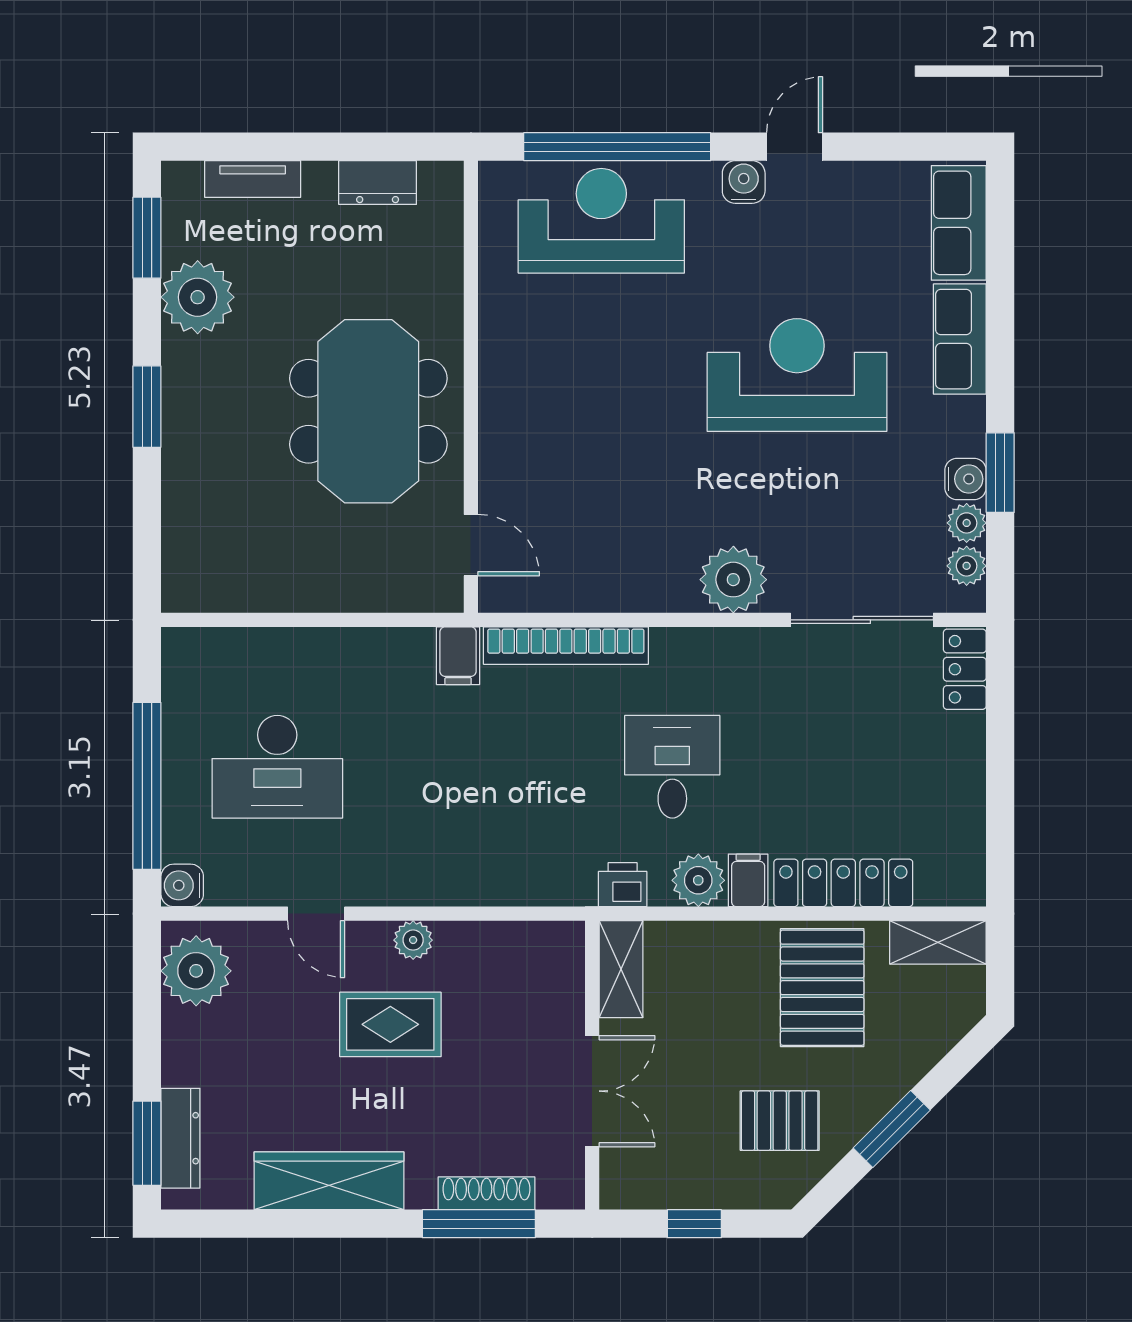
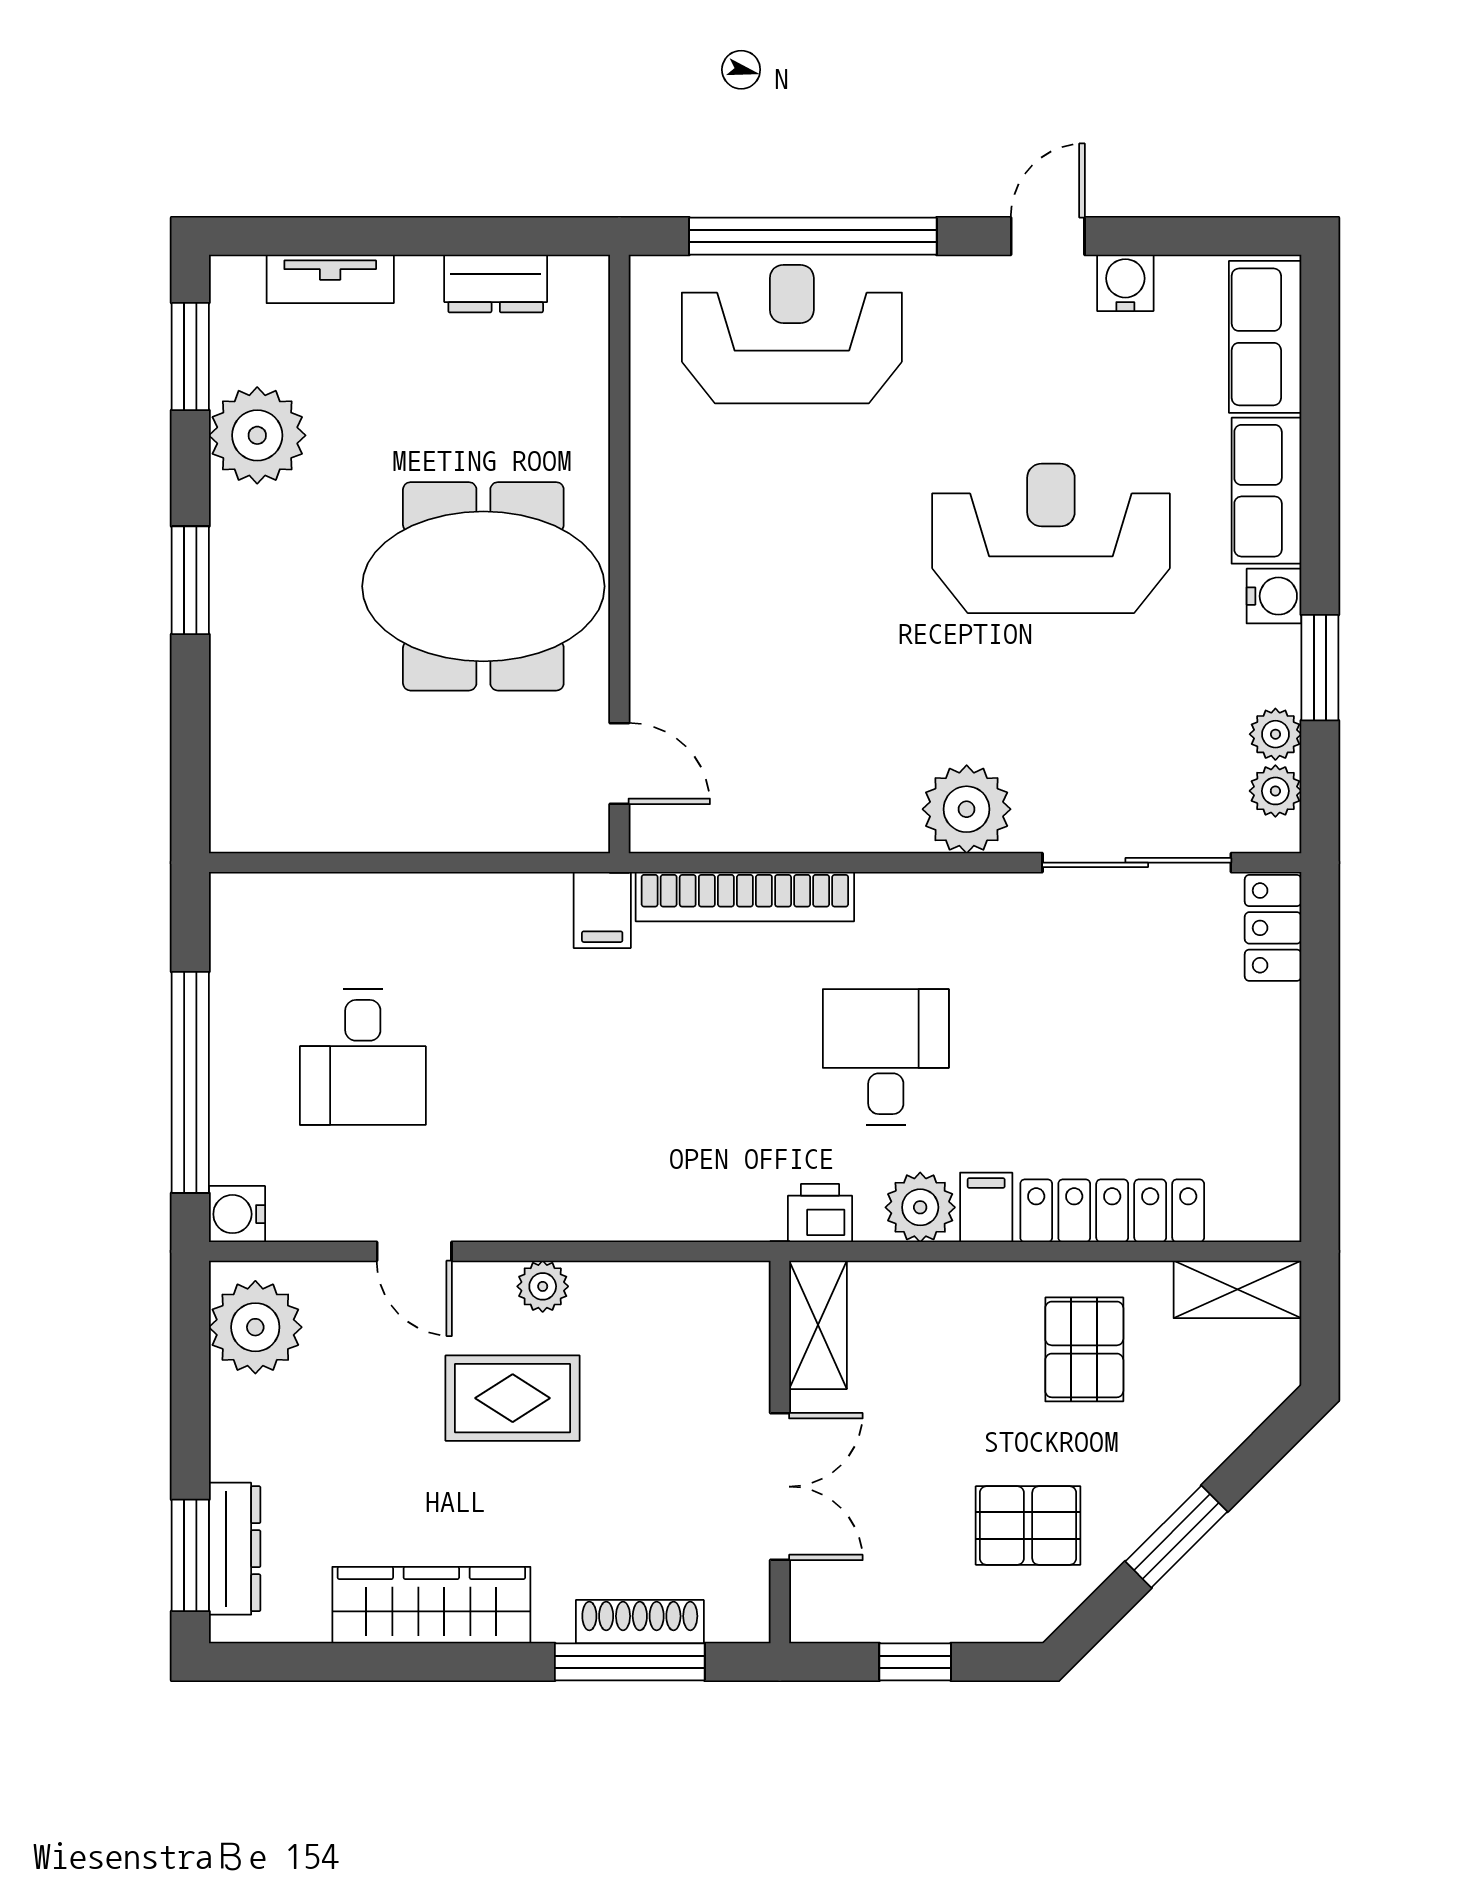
water cooler: (744, 182) -> (1125, 283), moved
meeting table: (368, 411) -> (483, 586), turned 90
water cooler: (965, 479) -> (1274, 596), moved
desk: (277, 767) -> (363, 1057), width x0.73
pallet: (822, 988) -> (1084, 1349), width x0.67, depth x0.71

